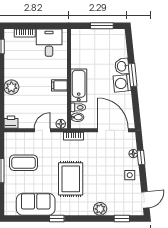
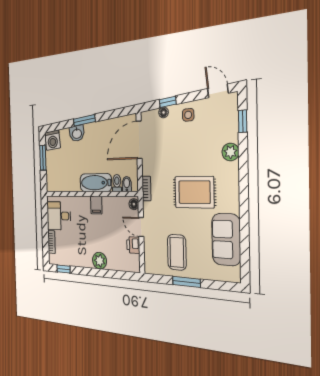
washing machine: (122, 83) -> (53, 140), moved
printer: (11, 122) -> (133, 245), moved
window: (57, 219) -> (244, 212), removed

